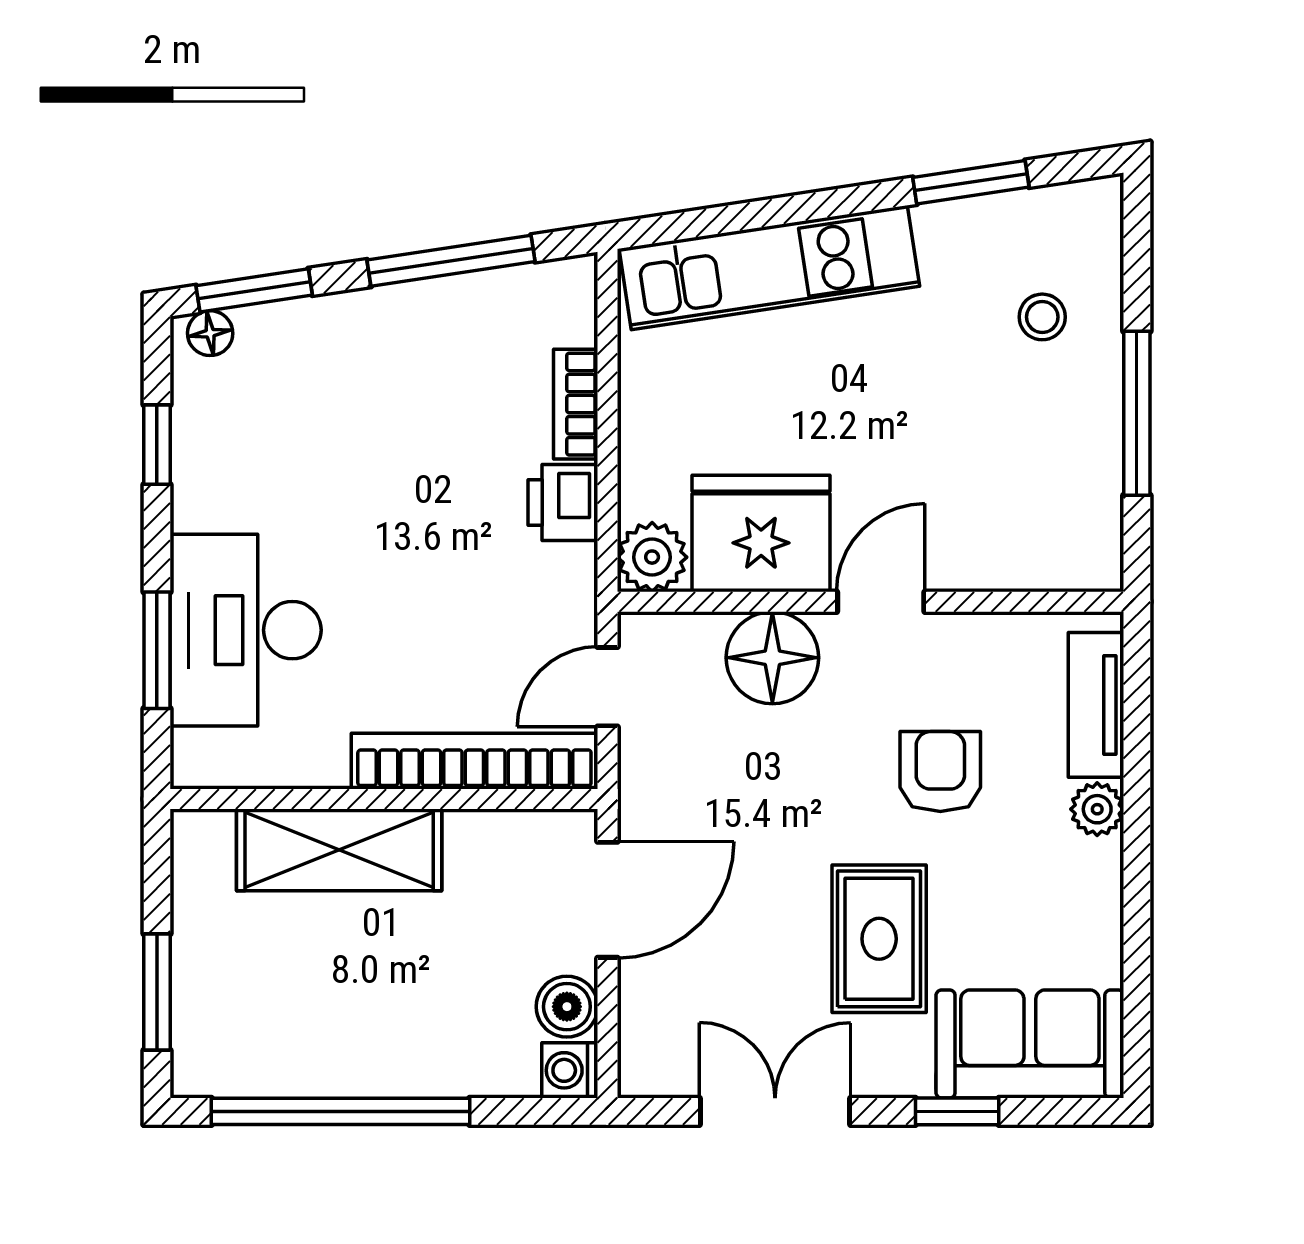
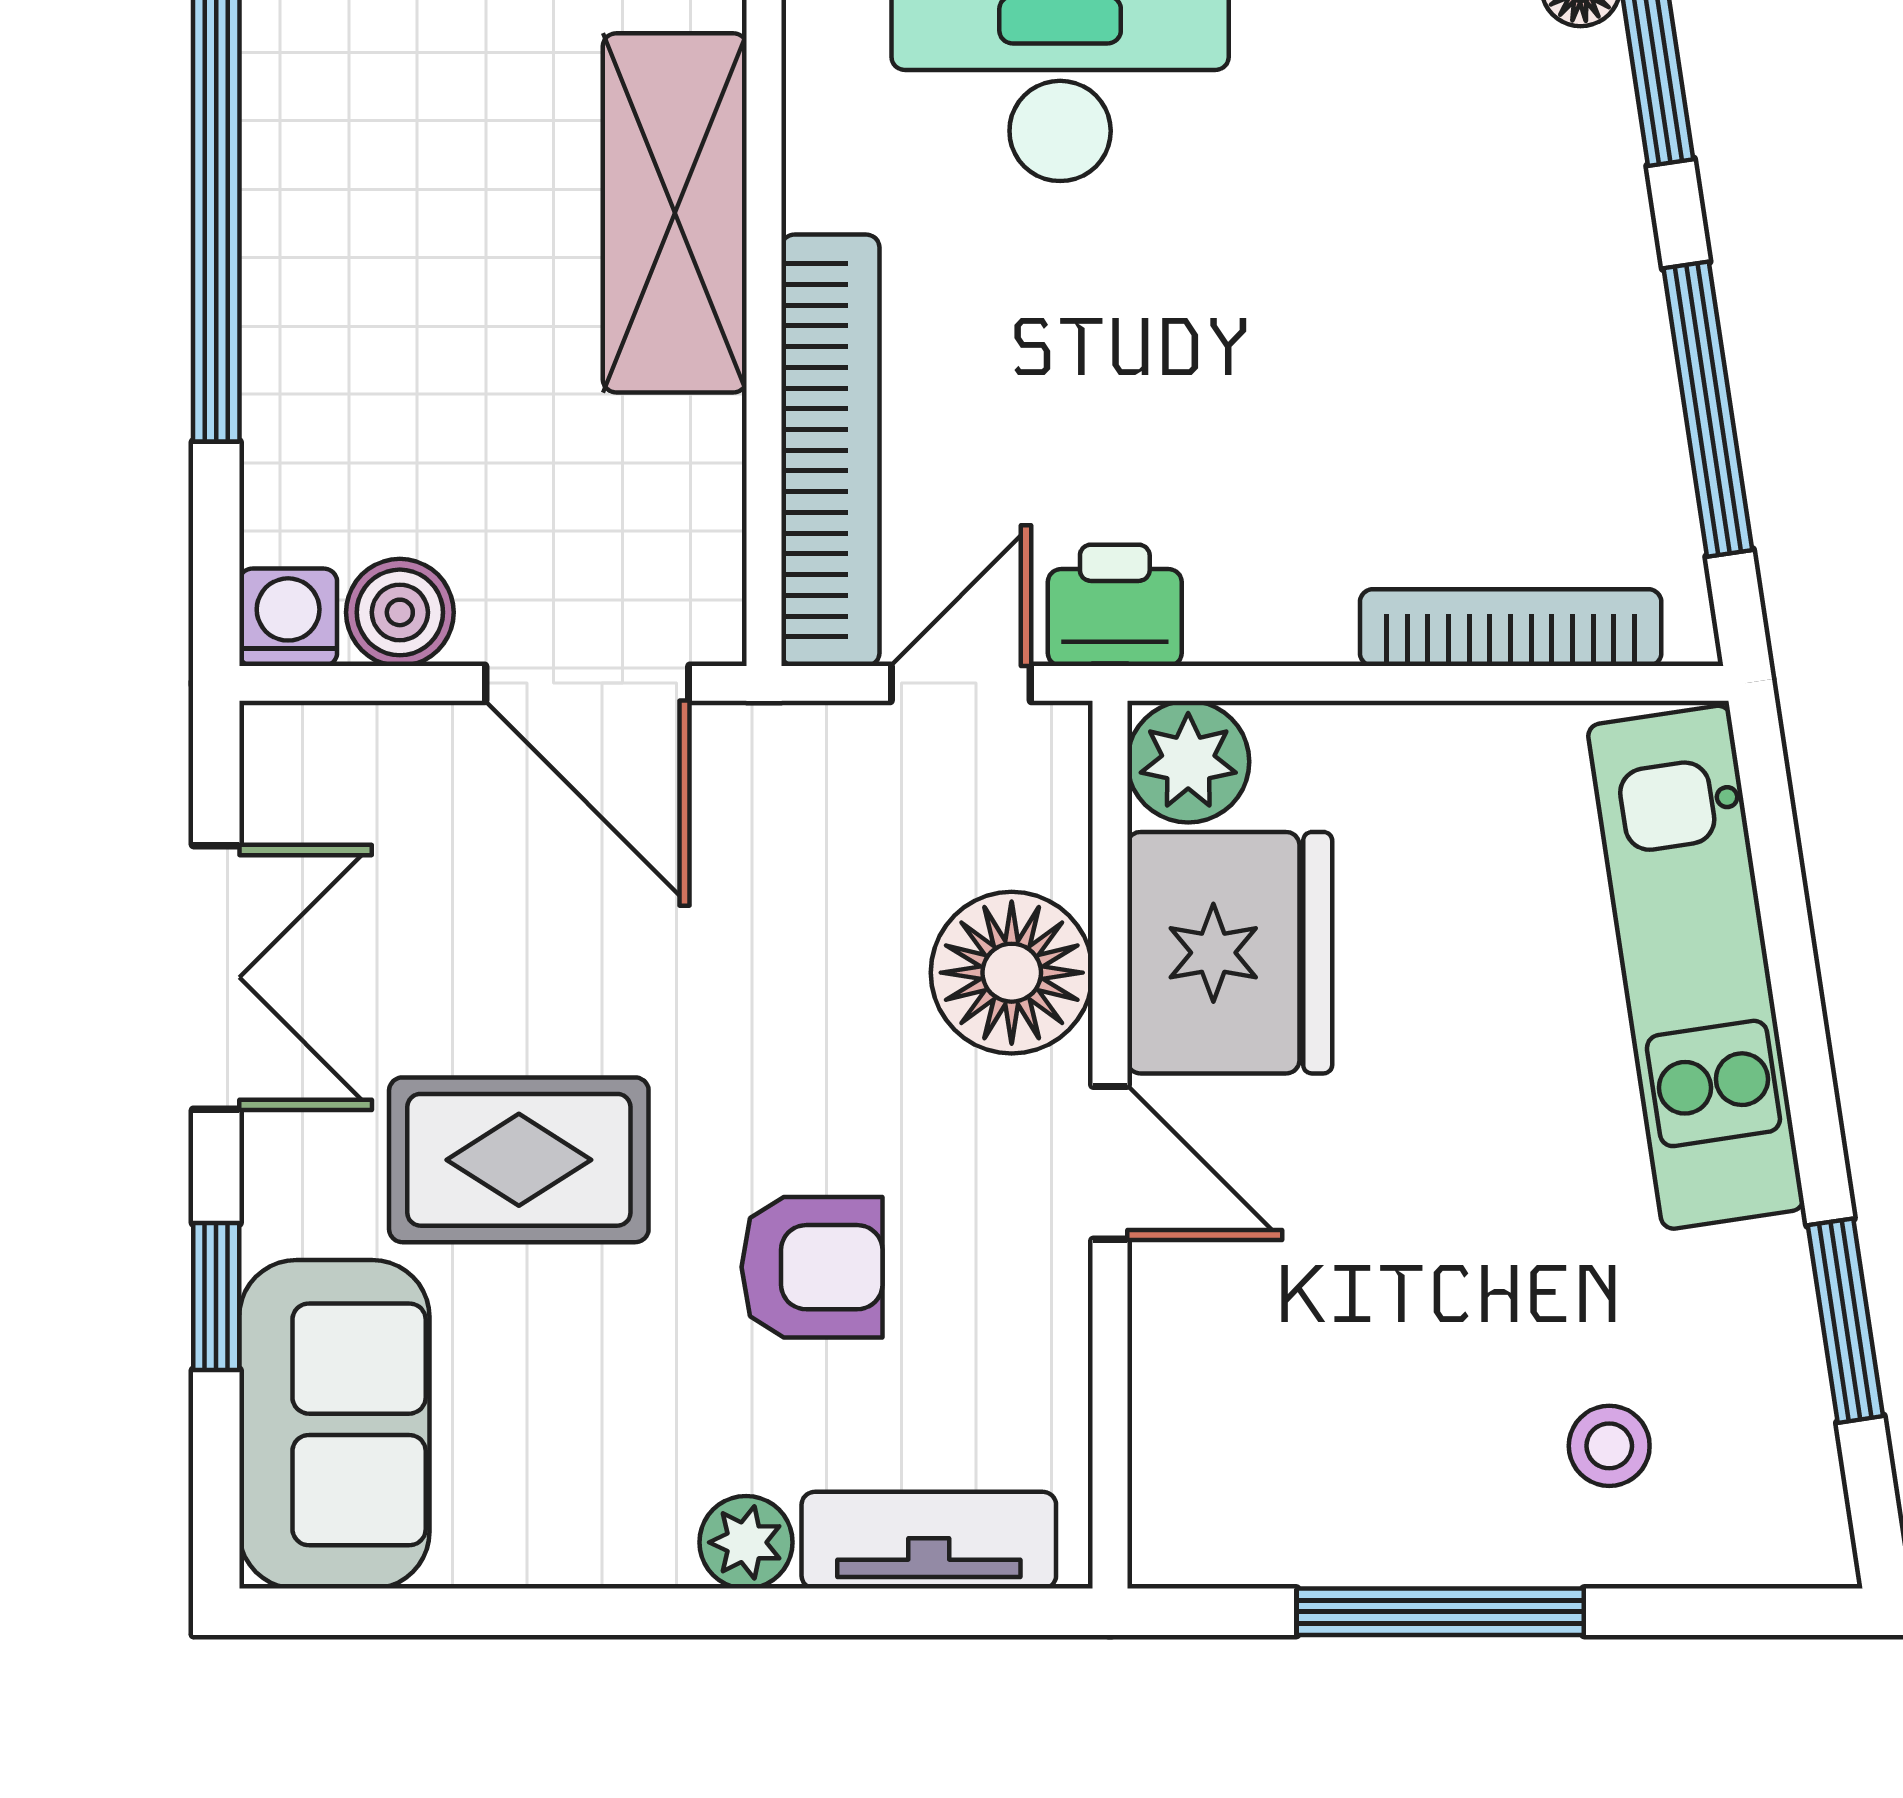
bookcase: (576, 404) -> (1511, 628), width x1.56
printer: (563, 502) -> (1115, 605), moved
door: (607, 687) -> (961, 683), hinge flipped

